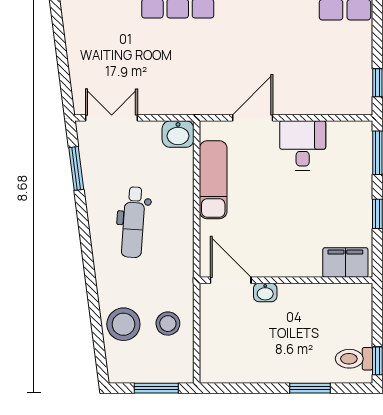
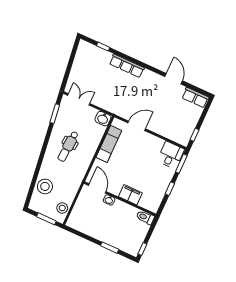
desk: (303, 145) -> (171, 155), moved
filing cabinet: (345, 262) -> (130, 195), moved
stool: (168, 324) -> (62, 208), moved
toilet: (354, 359) -> (145, 217), moved

